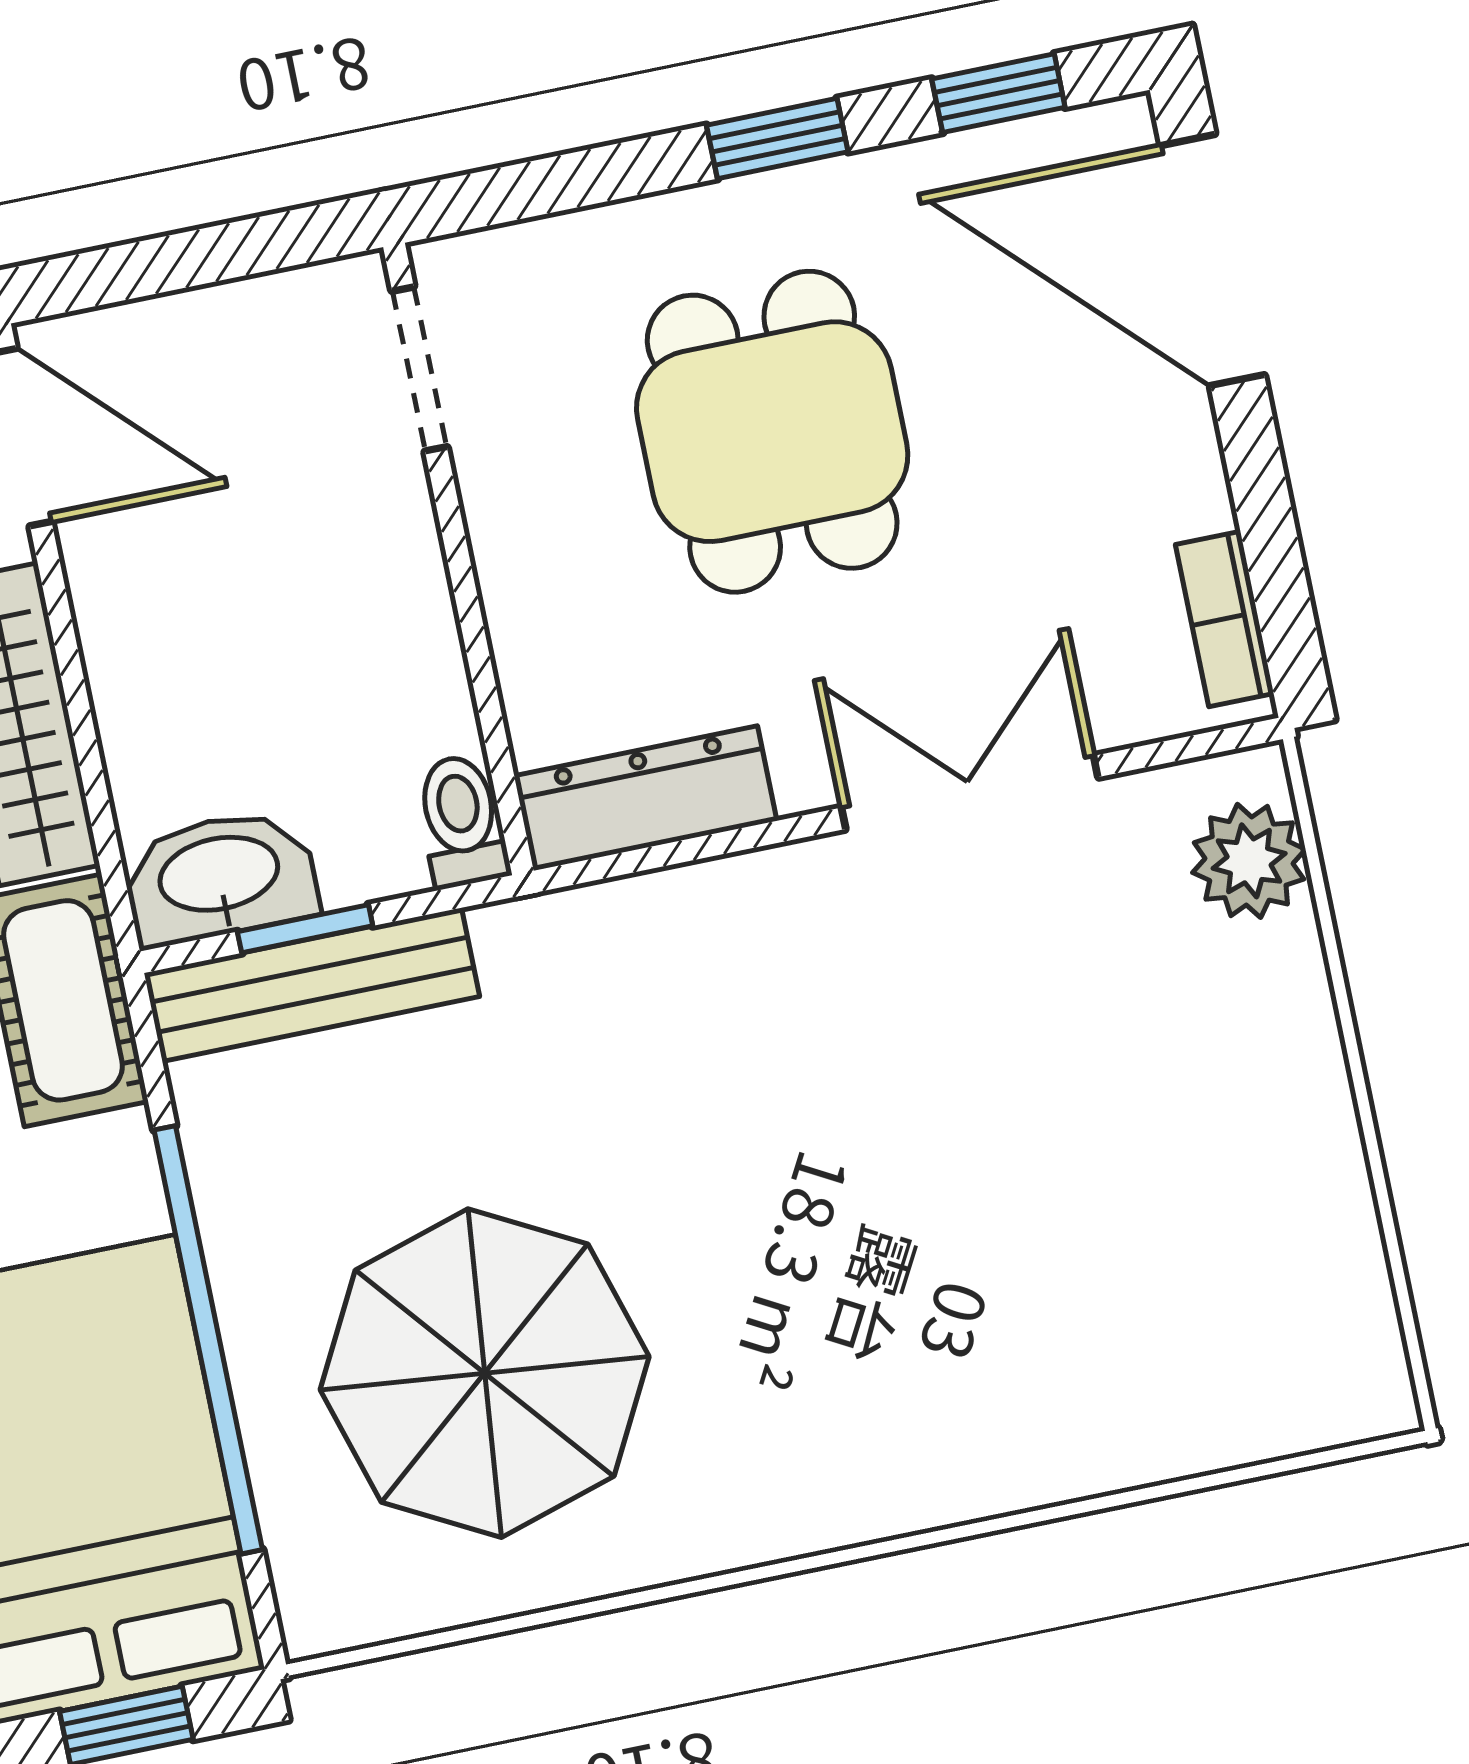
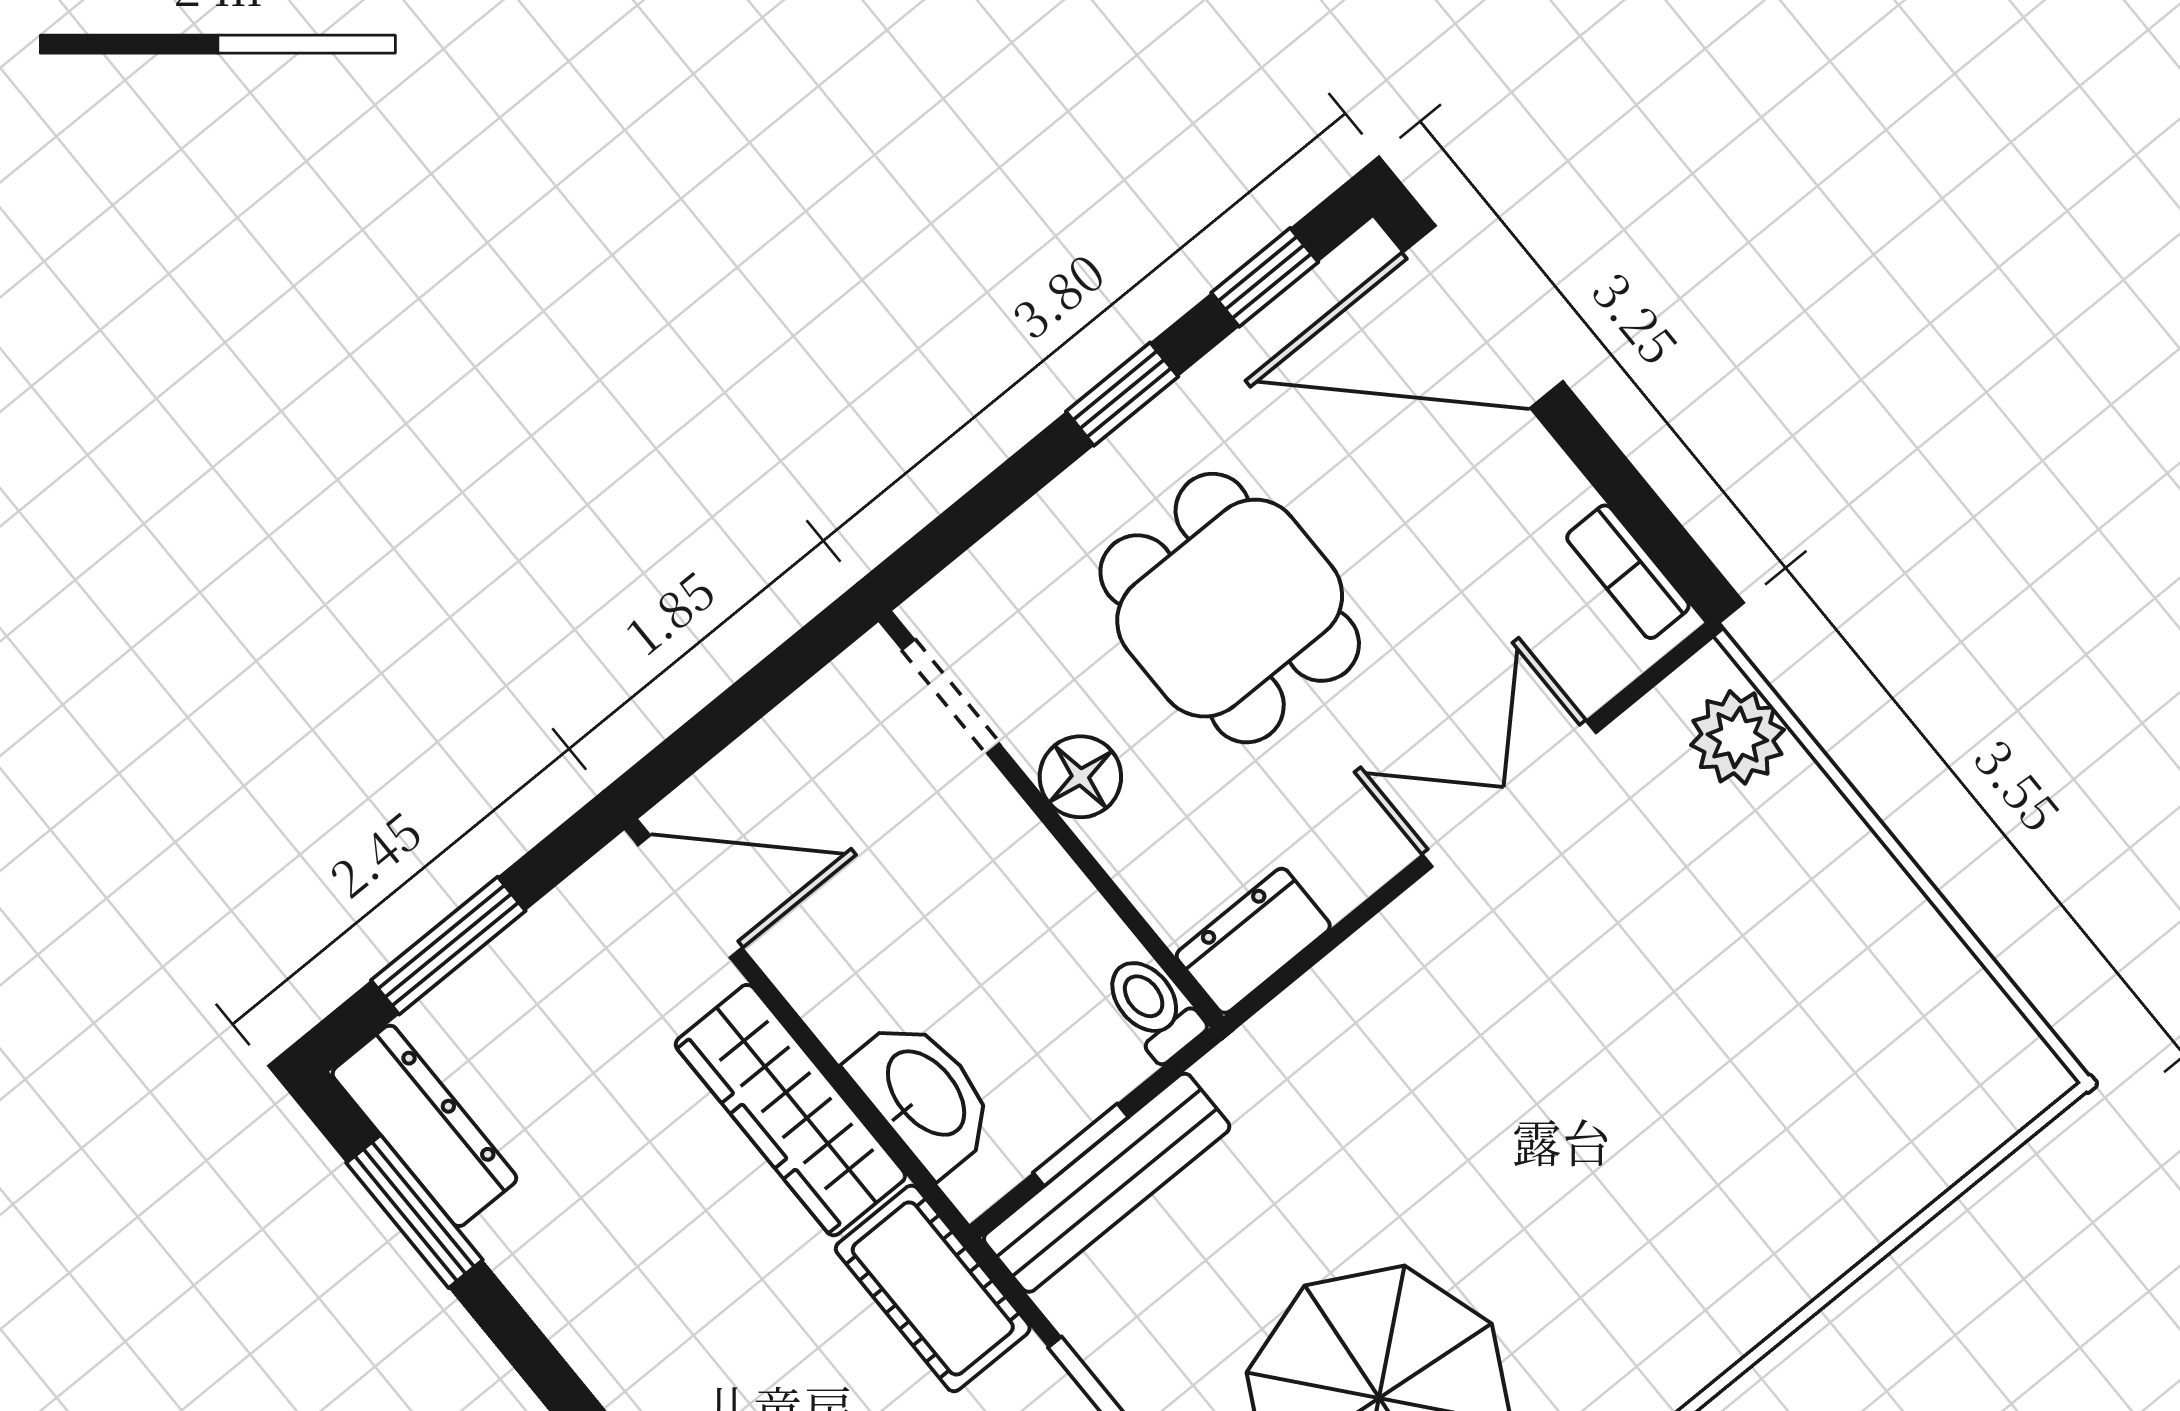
floor lamp: (514, 530) -> (1080, 777), added
dresser: (645, 798) -> (1253, 941), width x0.70
washbasin: (220, 877) -> (924, 1095), moved, turned 90

